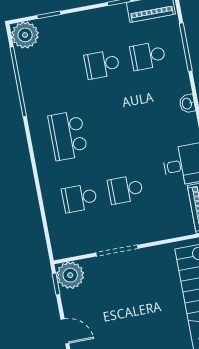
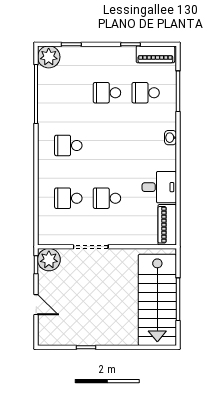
school desk: (68, 136) -> (68, 145), width x0.54

